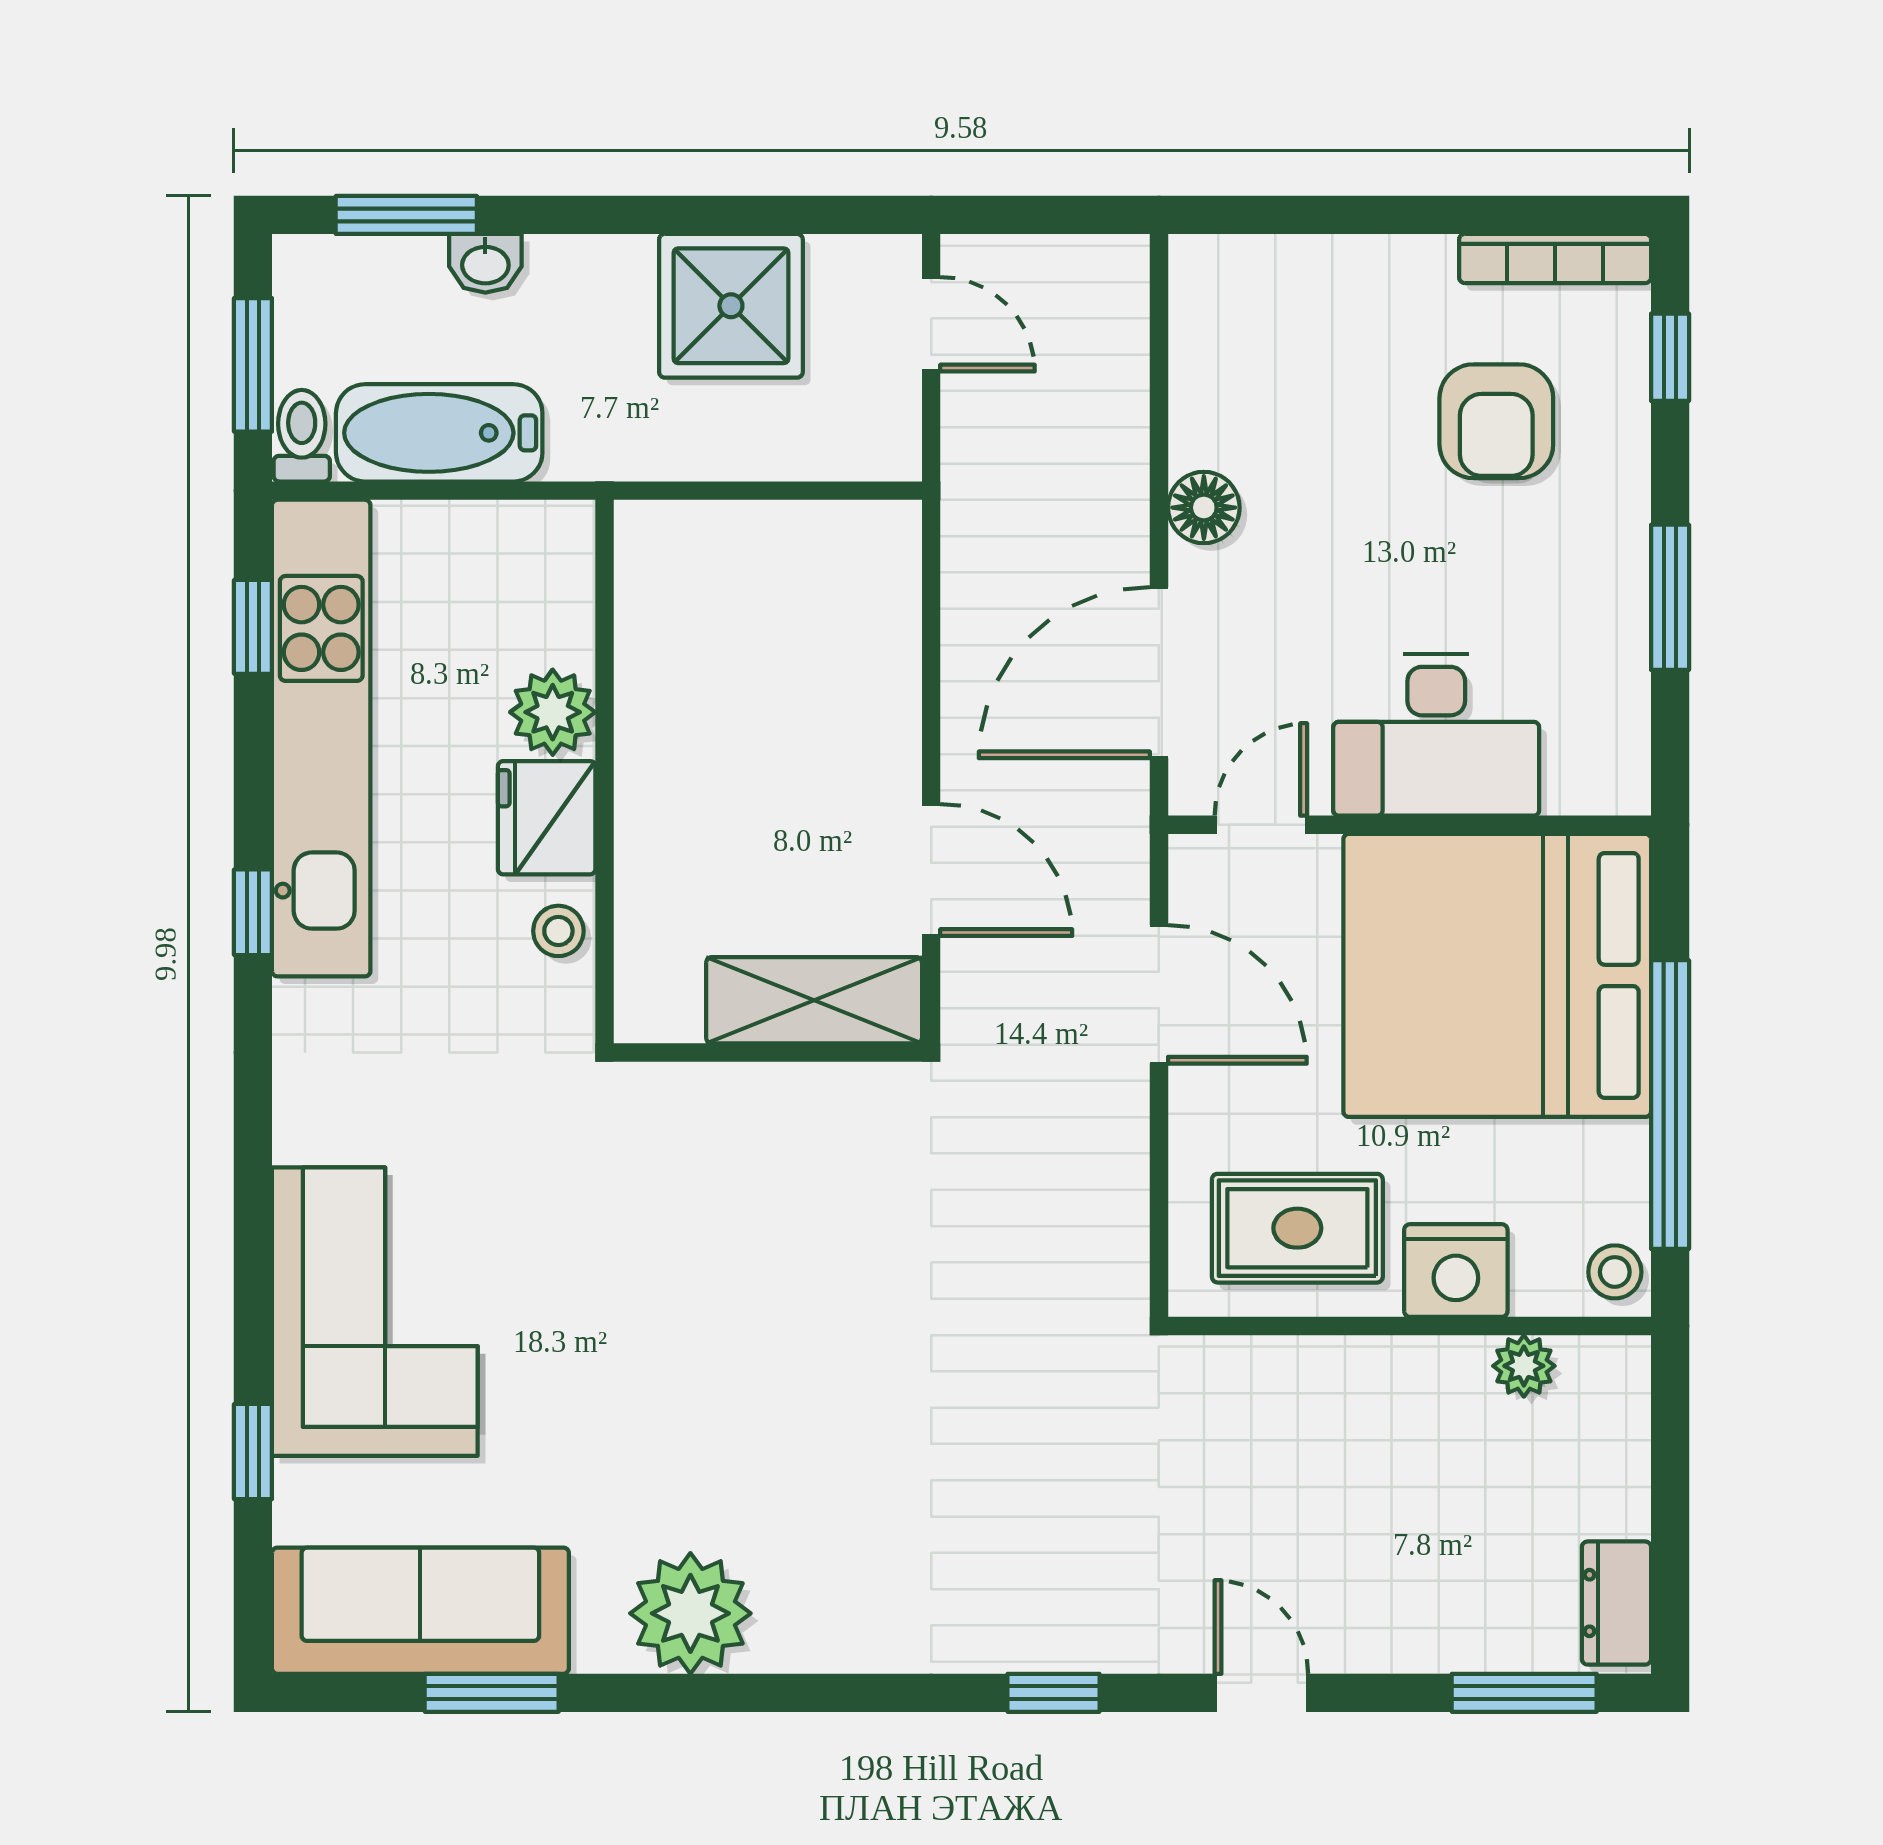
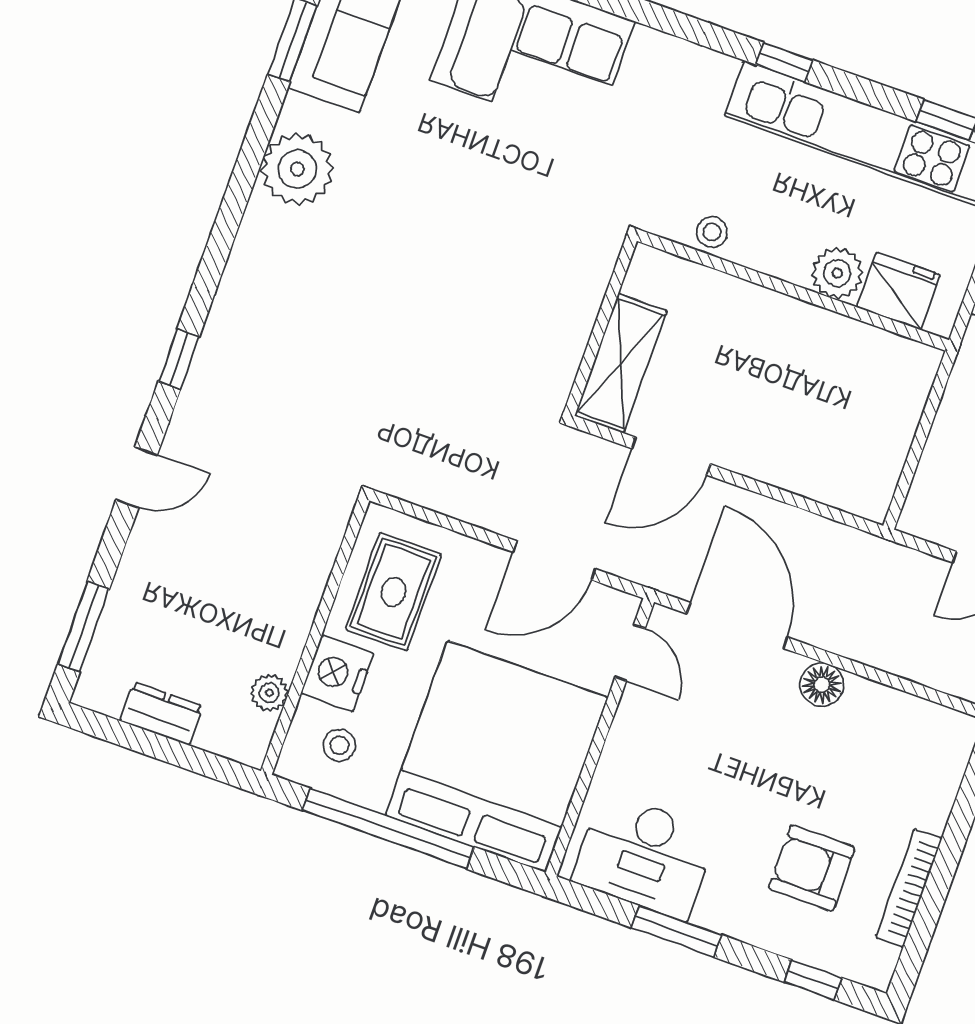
bookcase: (1555, 258) -> (909, 888), moved
desk: (1436, 735) -> (645, 856), moved, turned -90
fridge: (547, 818) -> (899, 291), moved
stool: (1615, 1272) -> (339, 745), moved
dresser: (1616, 1603) -> (161, 714), moved

